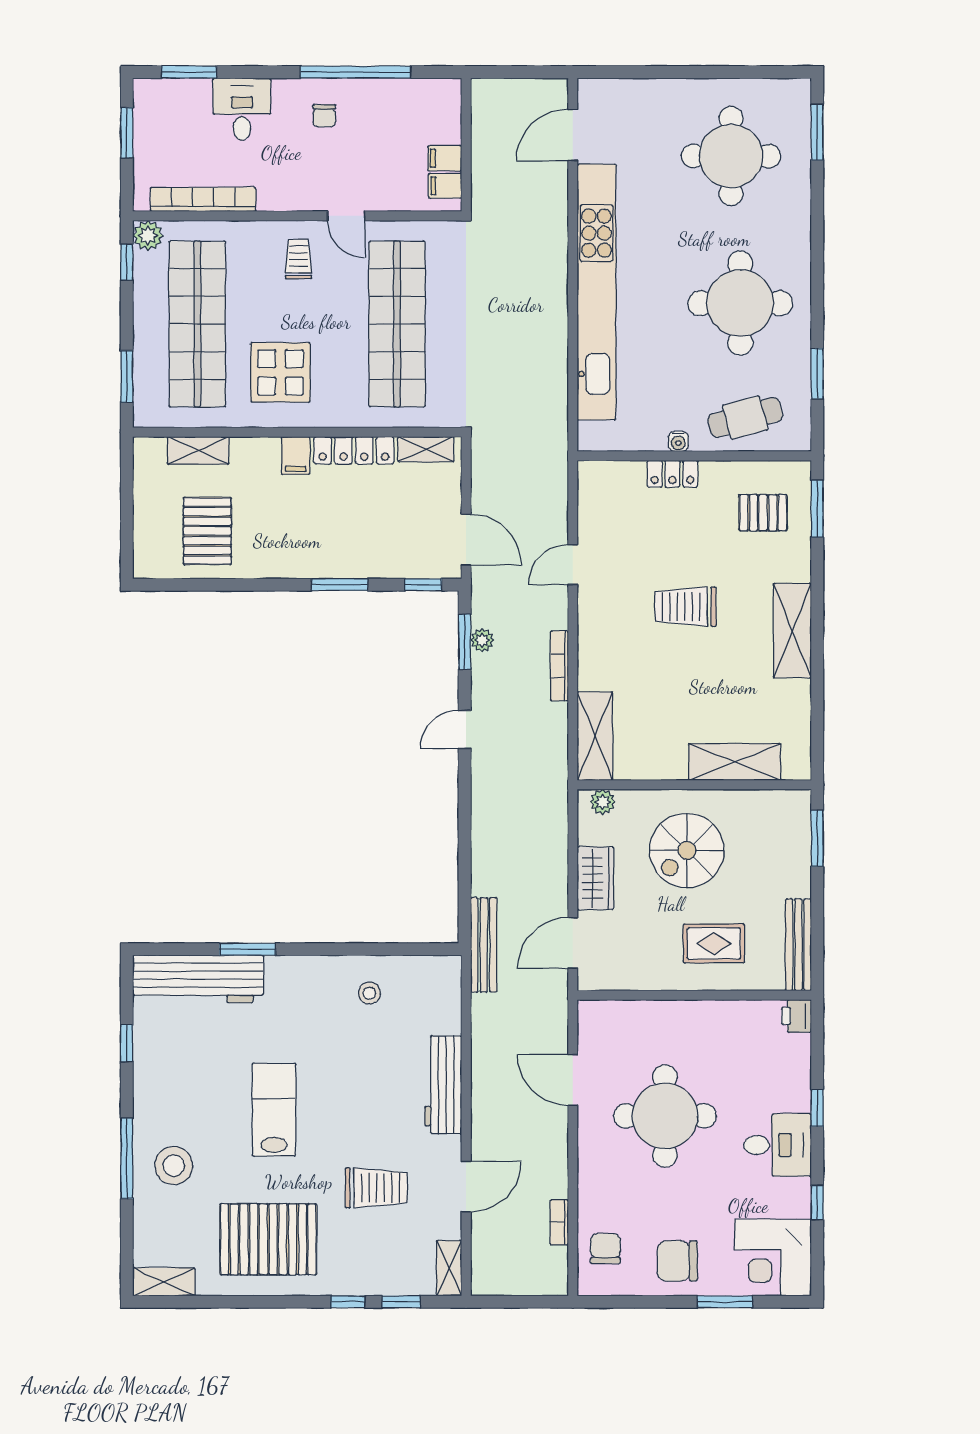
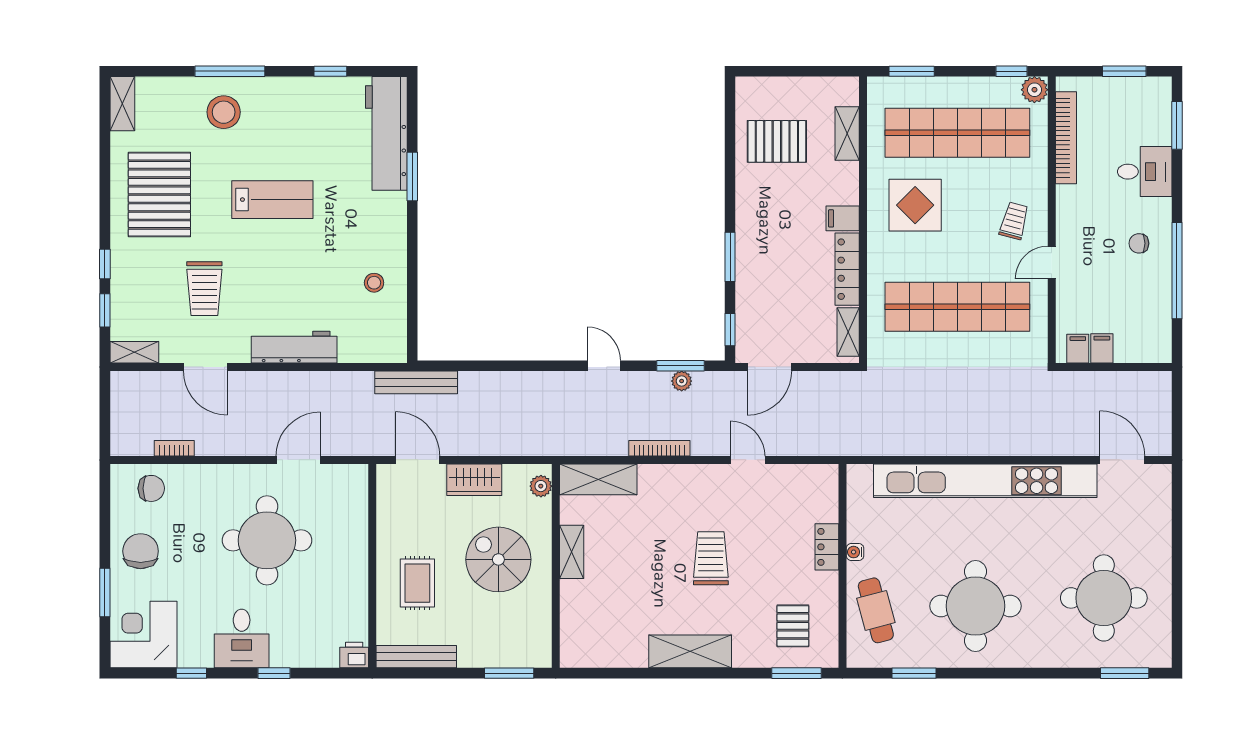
trolley: (298, 259) -> (1014, 221), turned -75
shelving: (735, 762) -> (572, 552), moved, width x0.67, depth x0.75

